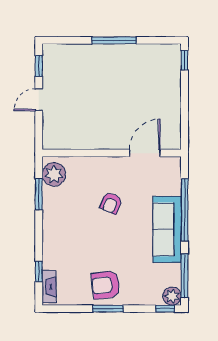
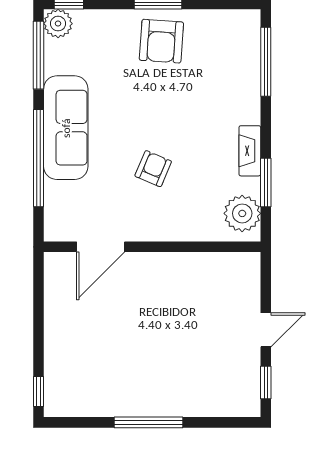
window: (39, 272) -> (266, 62), width x2.17
armchair: (106, 285) -> (161, 41), turned 101
fireplace: (49, 287) -> (250, 151), moved

